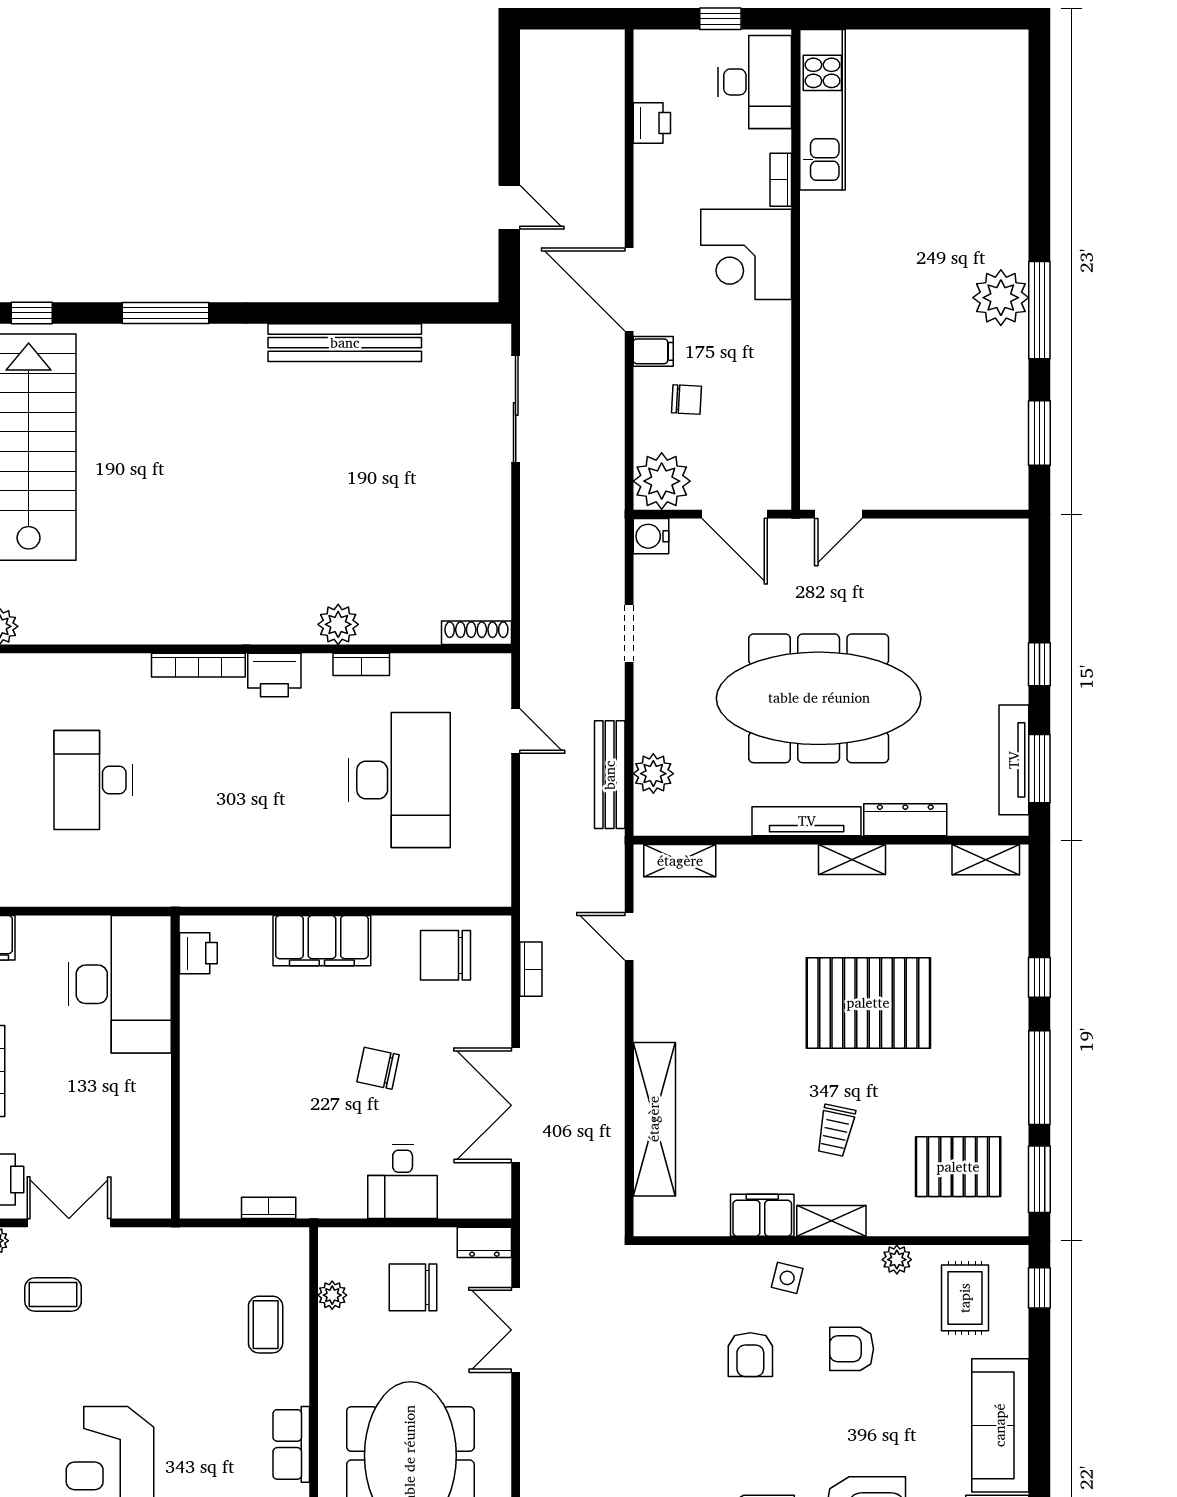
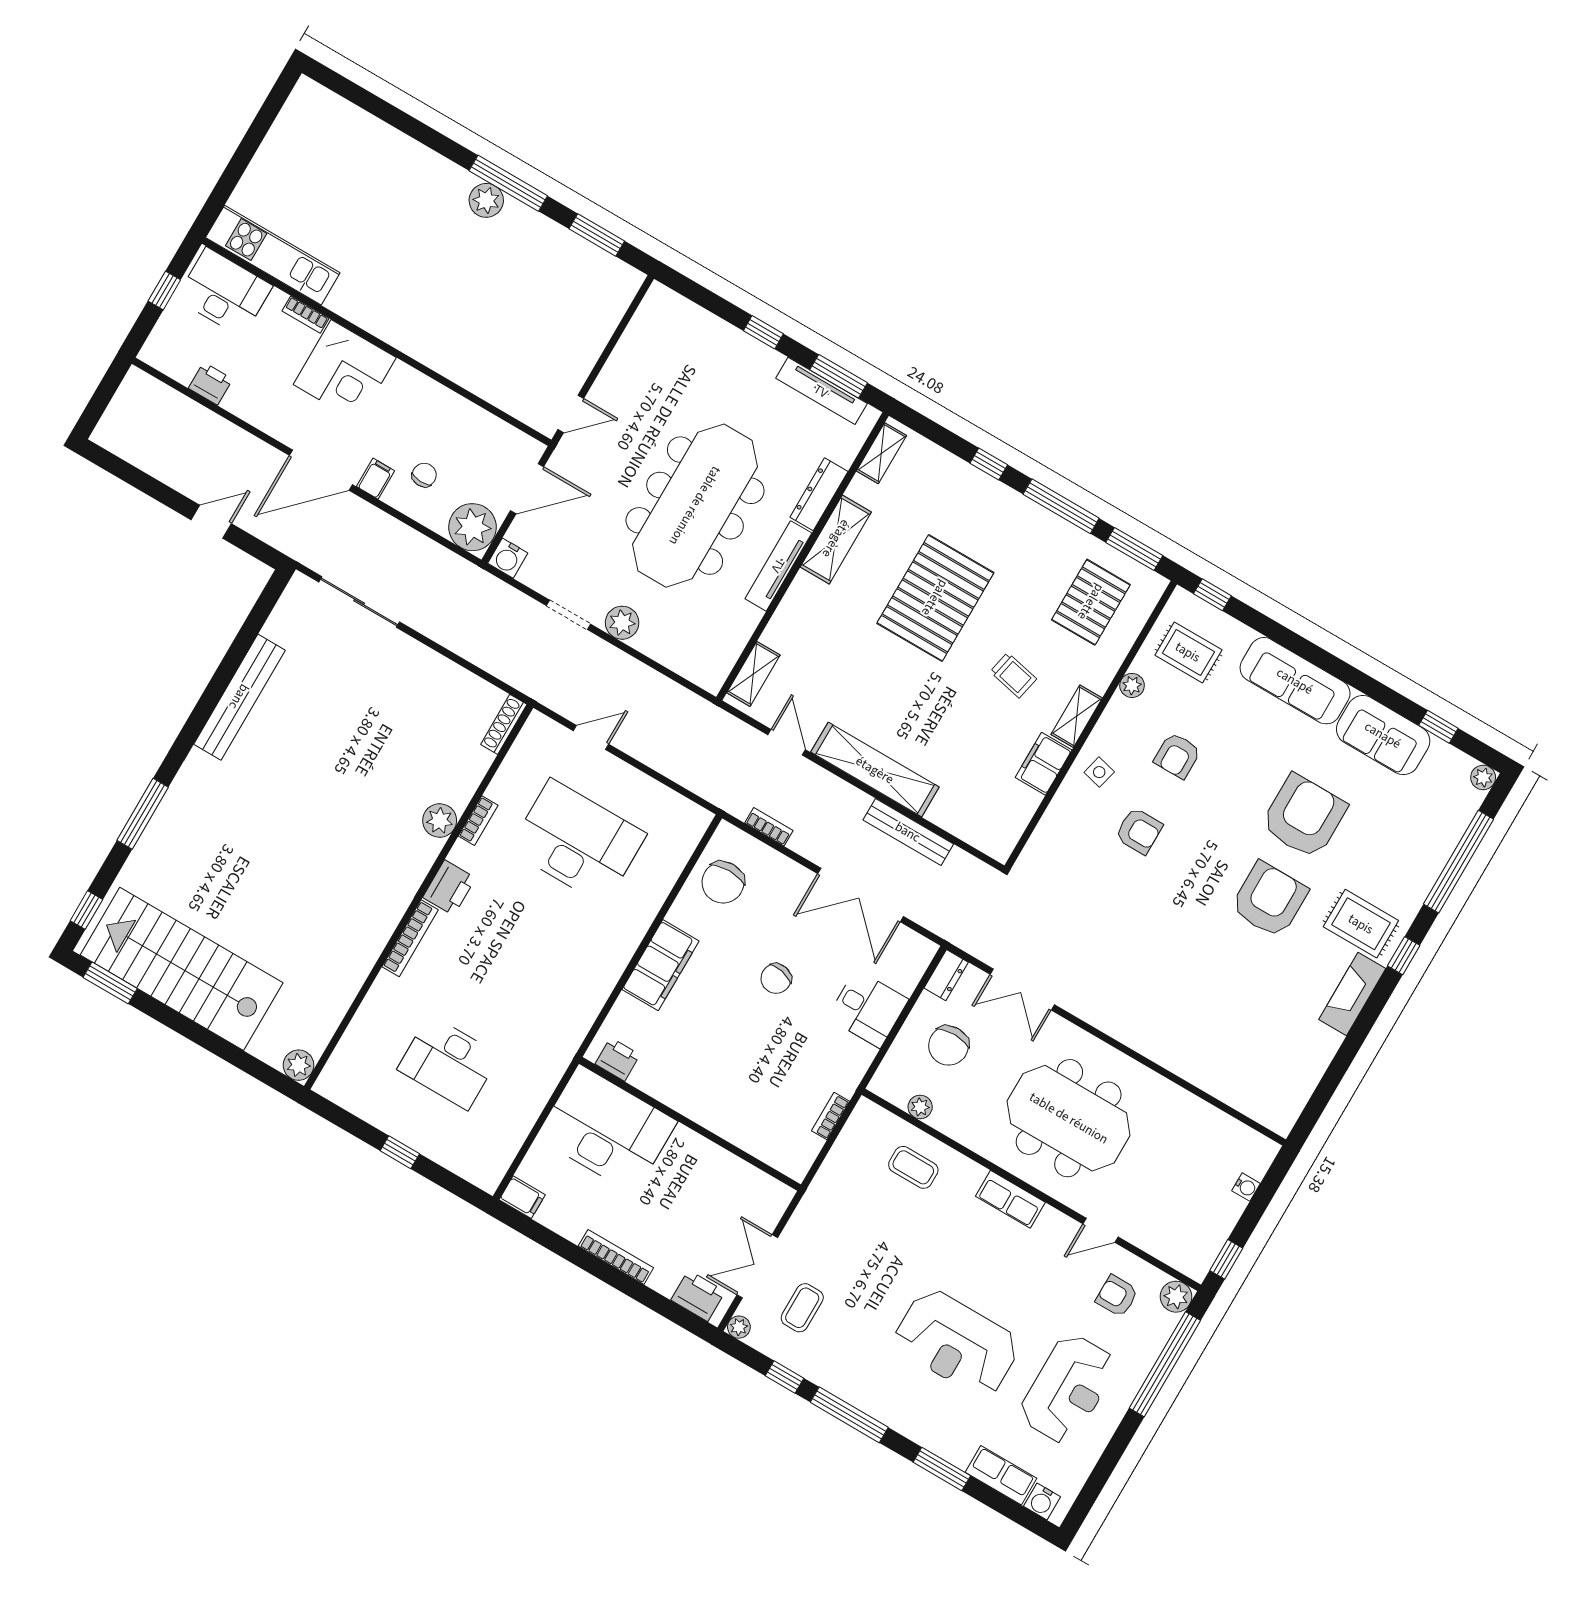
plant: (1001, 298) -> (486, 200), width x0.73, depth x0.73
door: (838, 514) -> (571, 414), hinge flipped
plant: (653, 774) -> (622, 623), moved
bench: (610, 775) -> (908, 832), moved
shelving: (852, 860) -> (836, 539), width x1.50, depth x1.33
door: (629, 936) -> (787, 742), swing flipped
shelving: (654, 1119) -> (875, 770), moved

